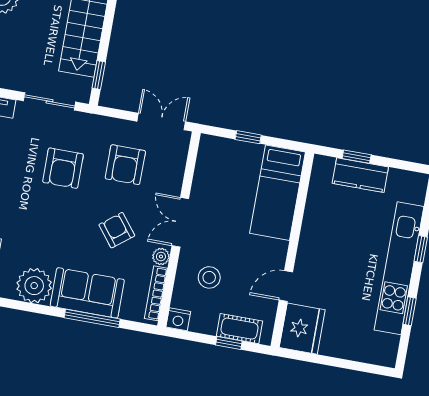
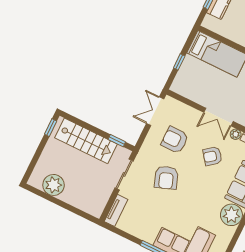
armchair: (125, 165) -> (175, 140), turned 180
armchair: (63, 168) -> (166, 178), turned 70

